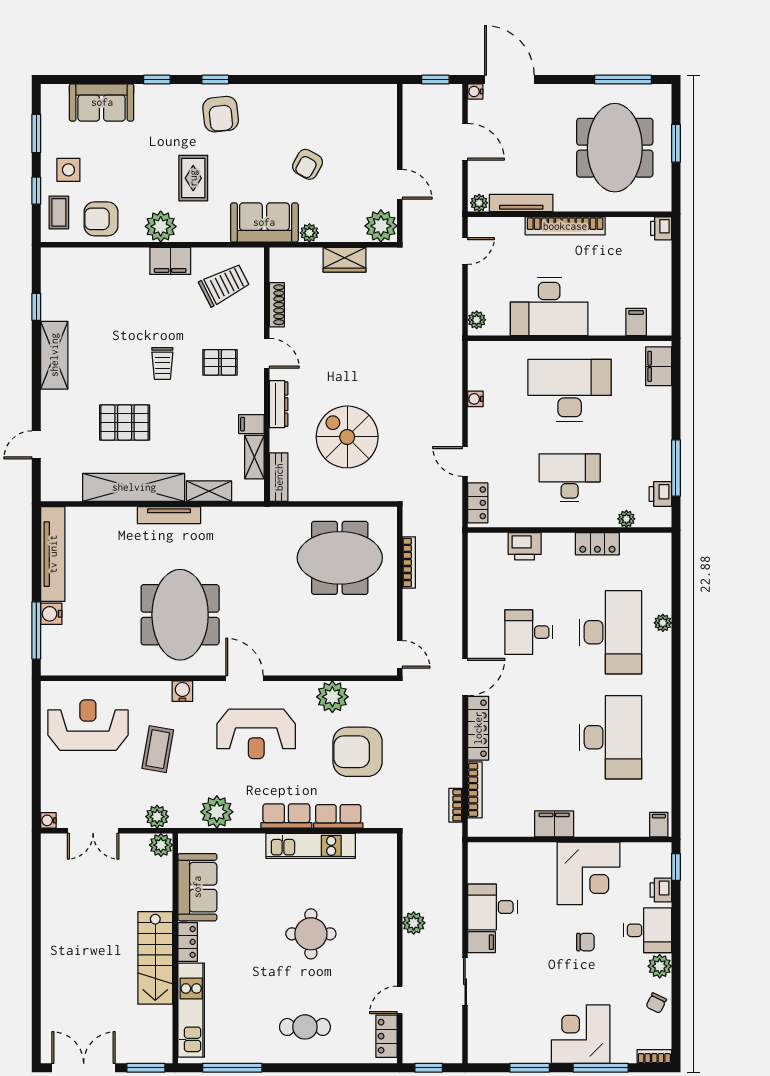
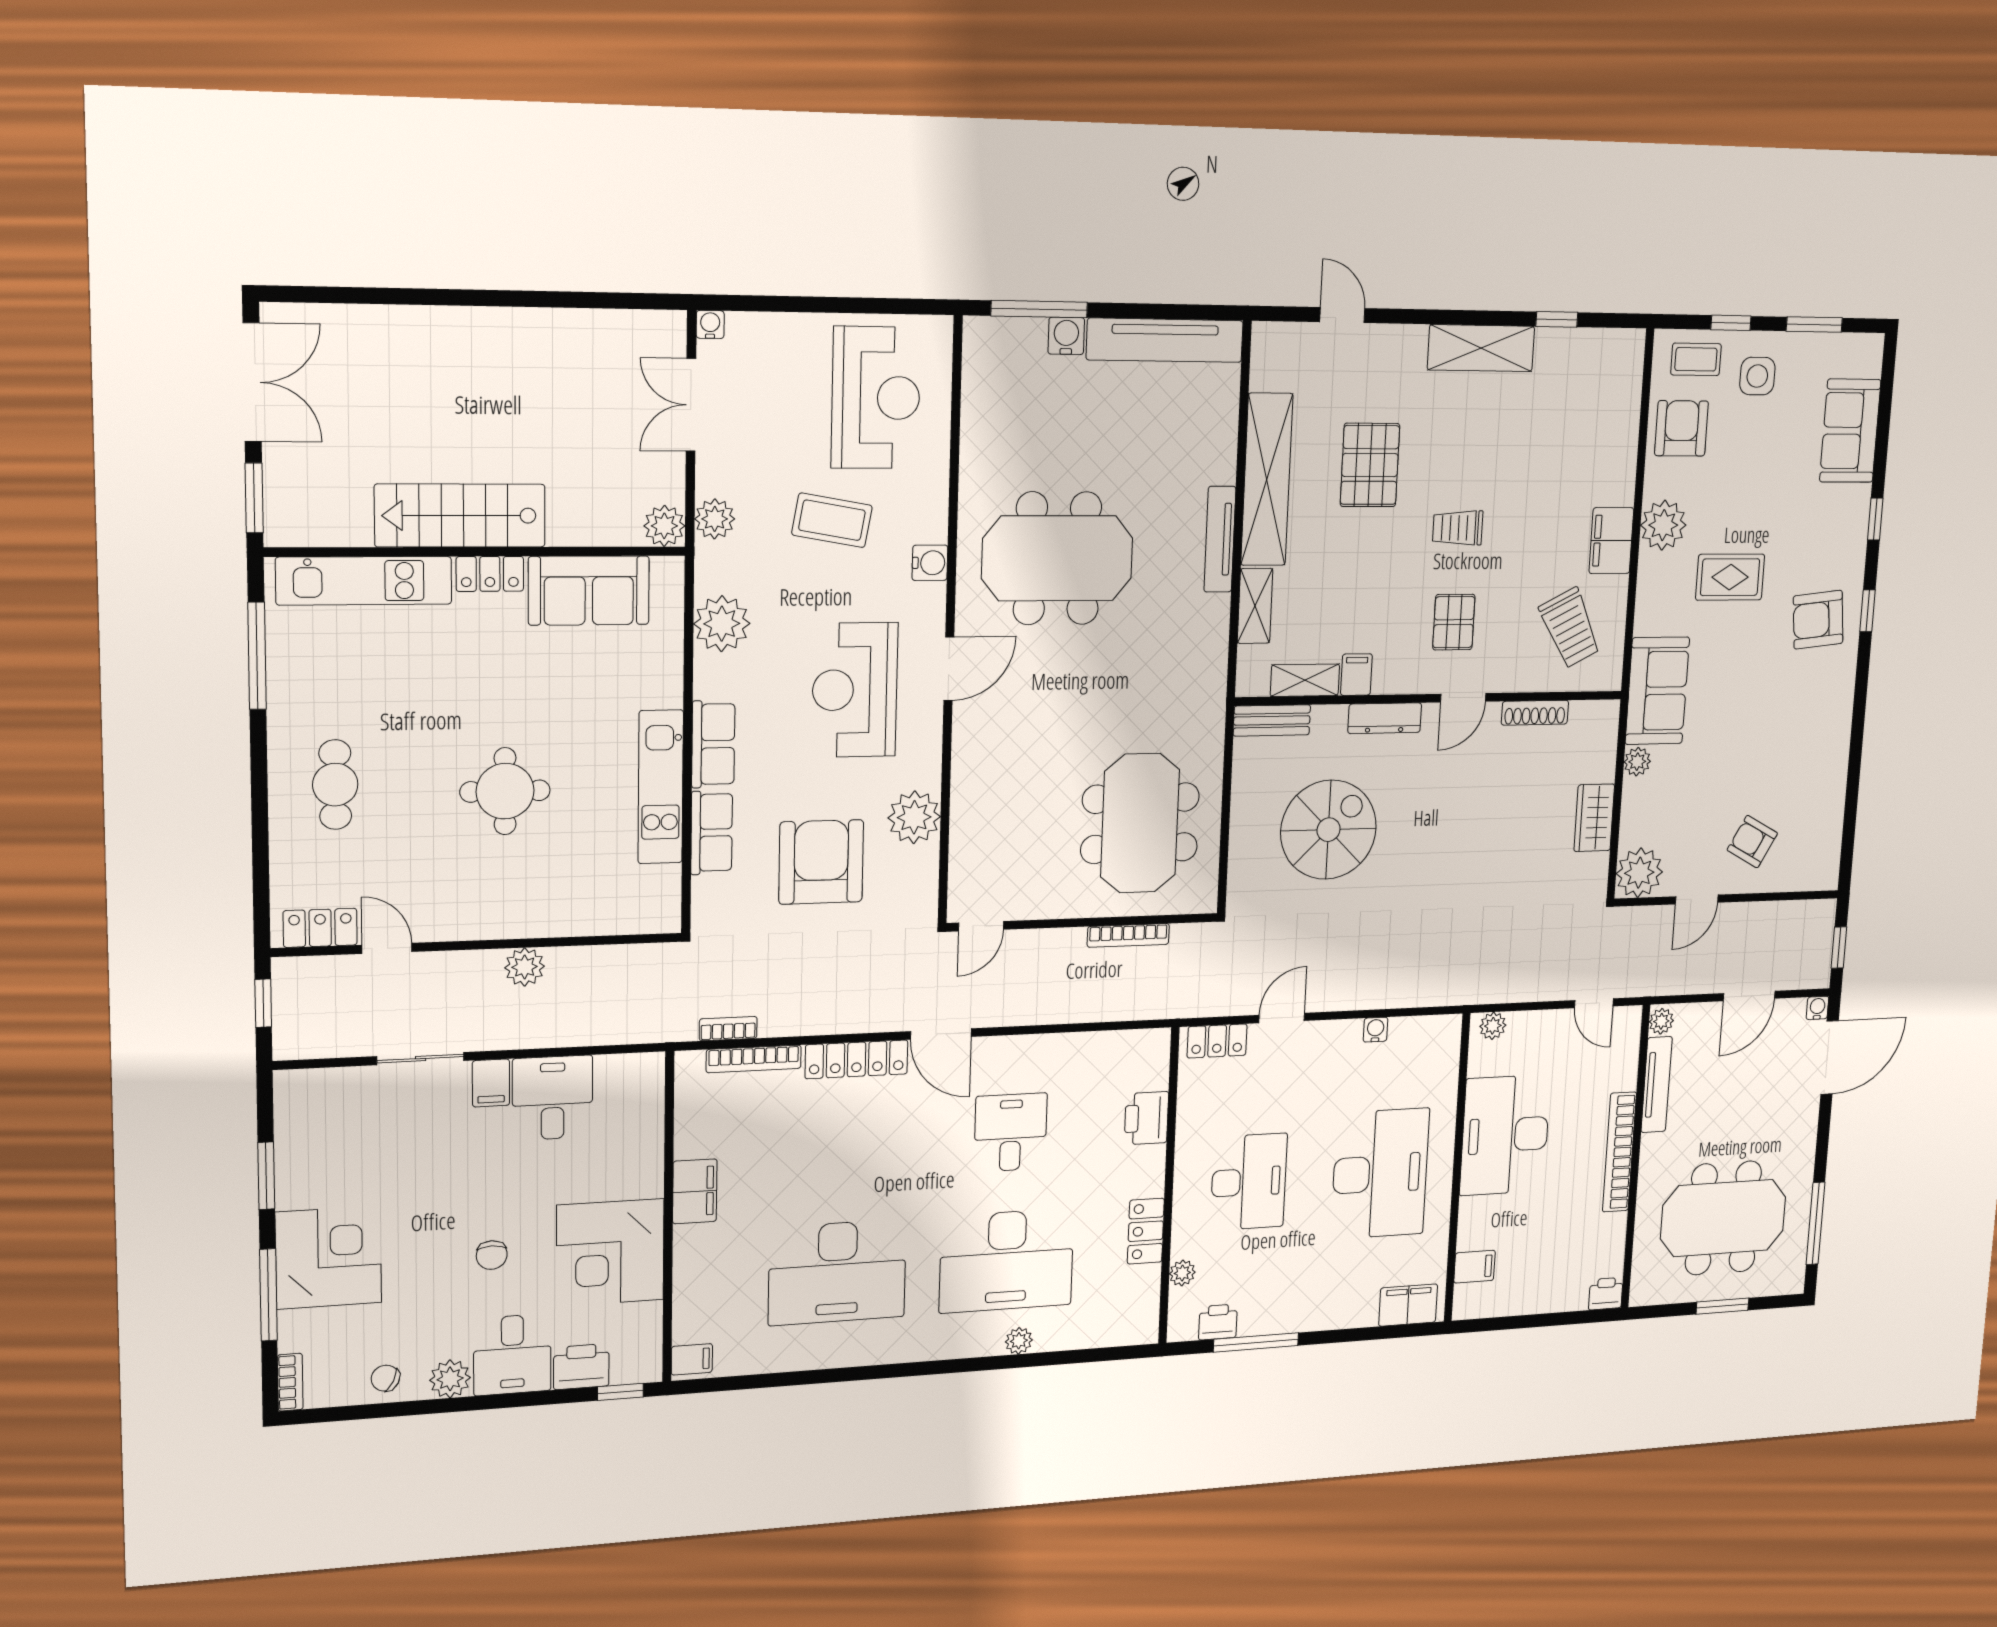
armchair: (307, 164) -> (1752, 842), moved
printer: (661, 890) -> (581, 1367), width x1.36, depth x1.24

